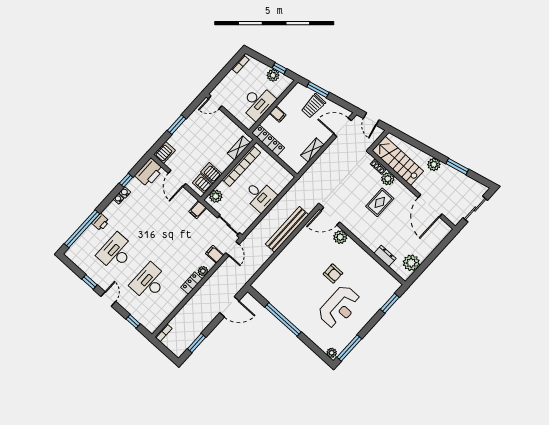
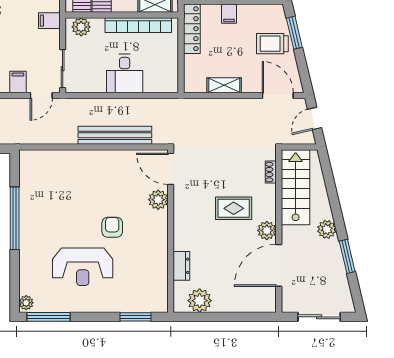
plant: (388, 179) -> (267, 230), moved
armchair: (333, 274) -> (112, 227), turned 180

